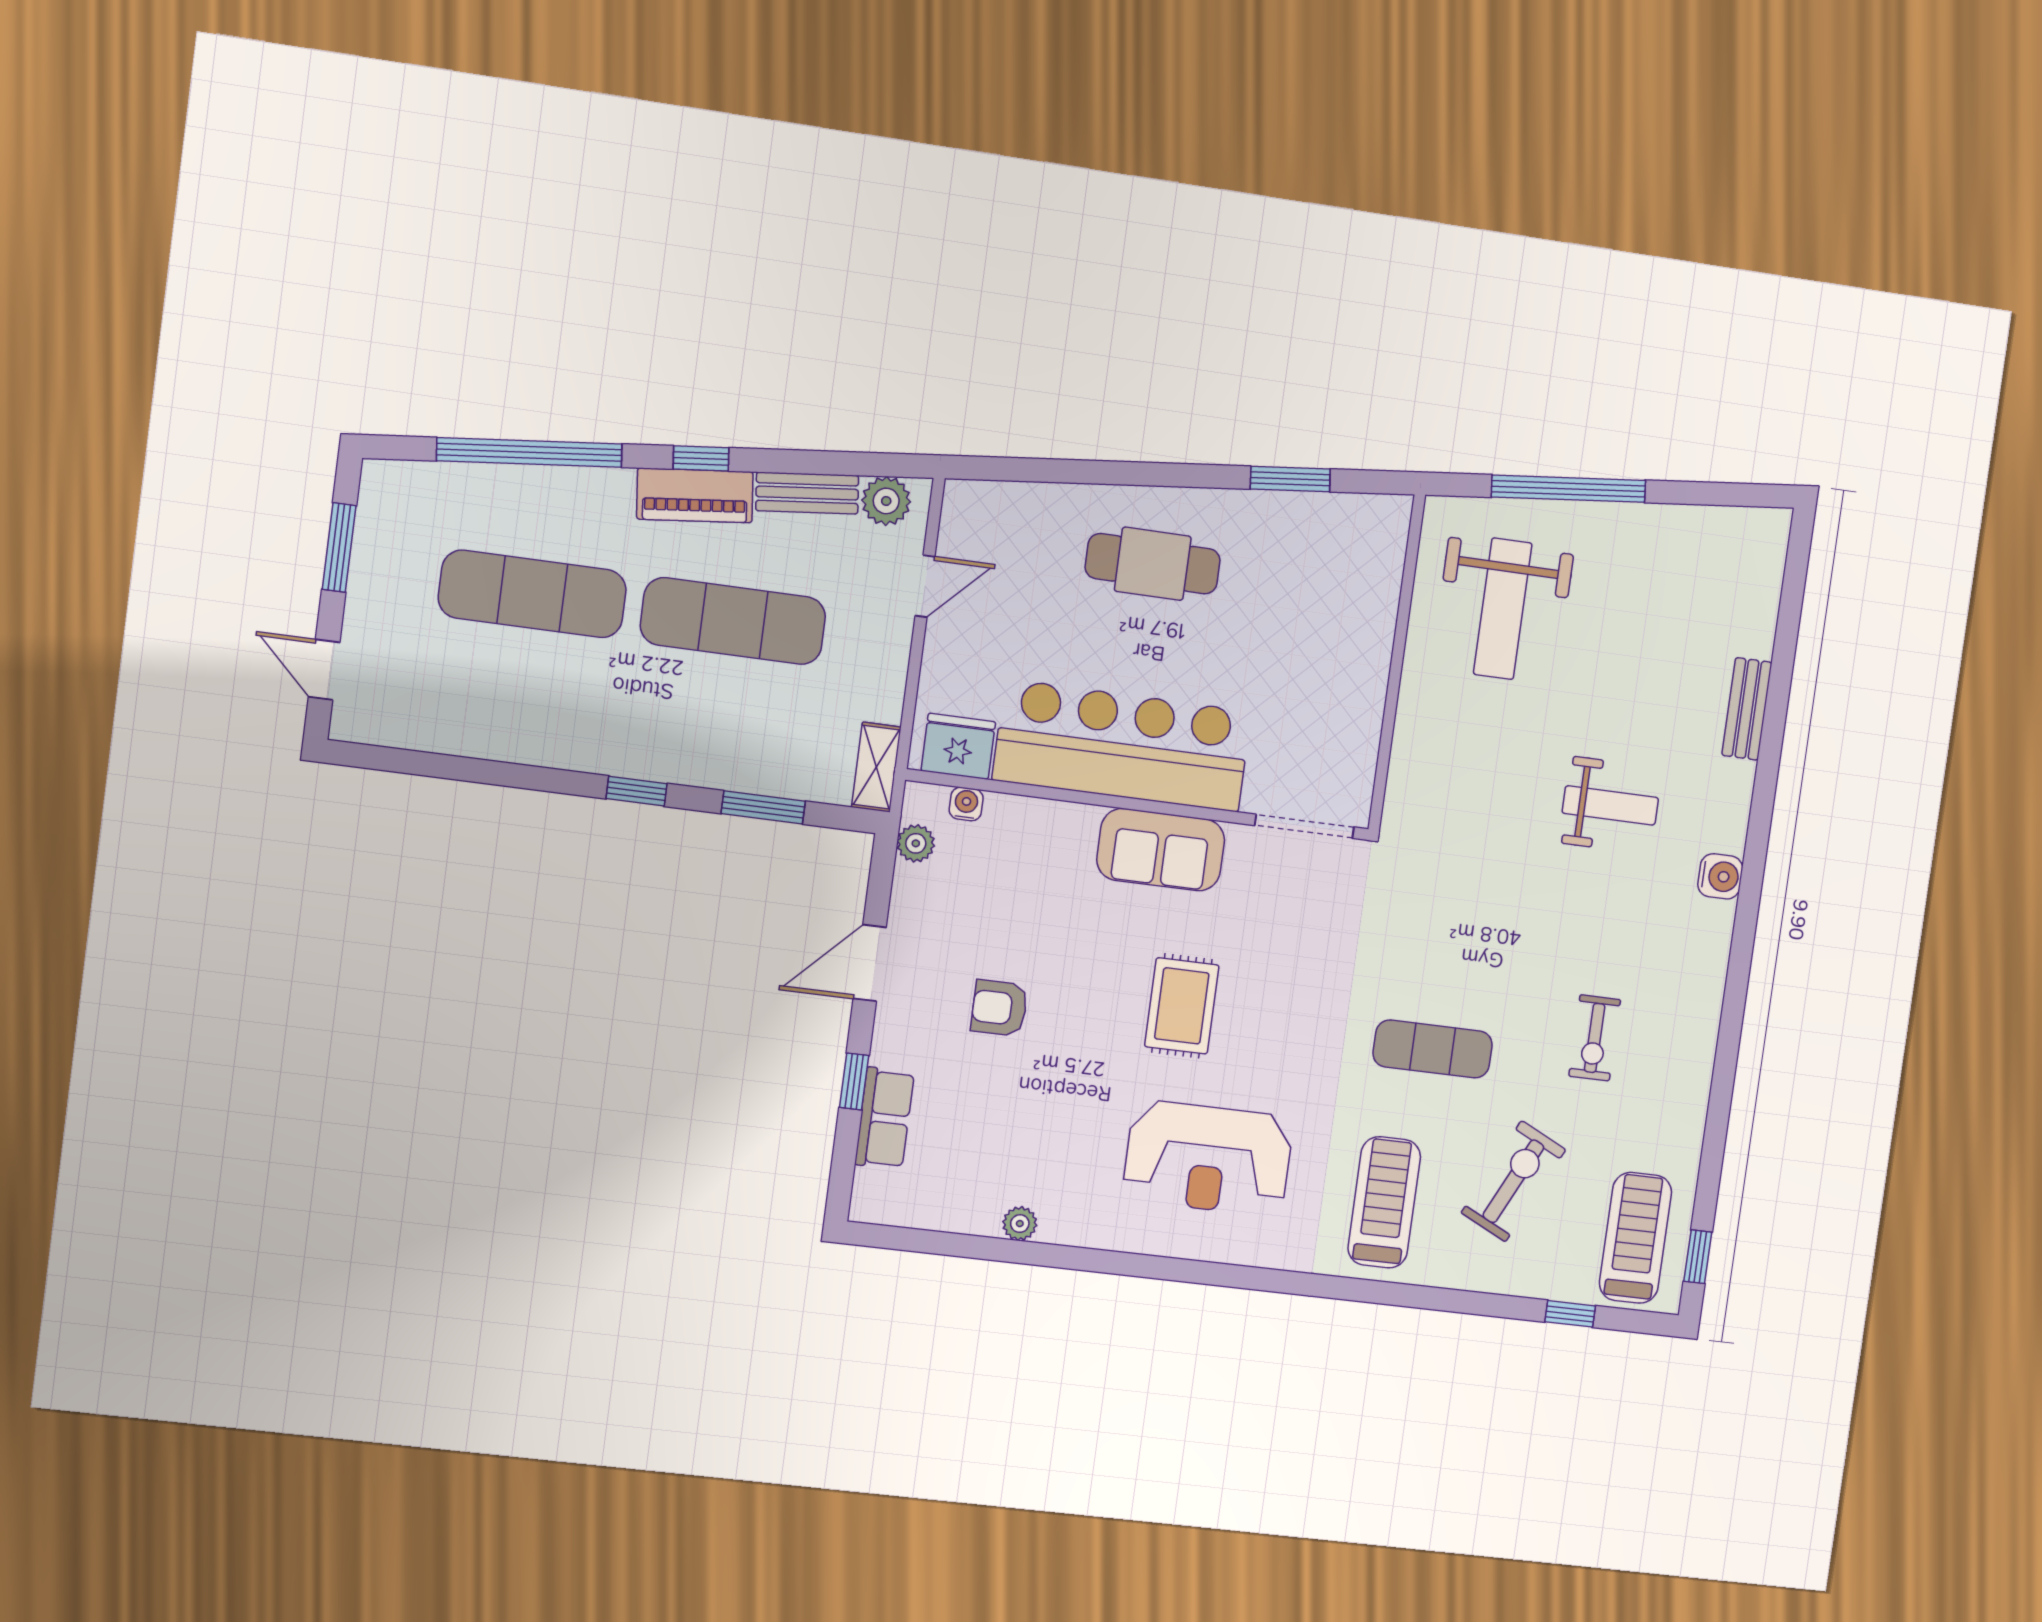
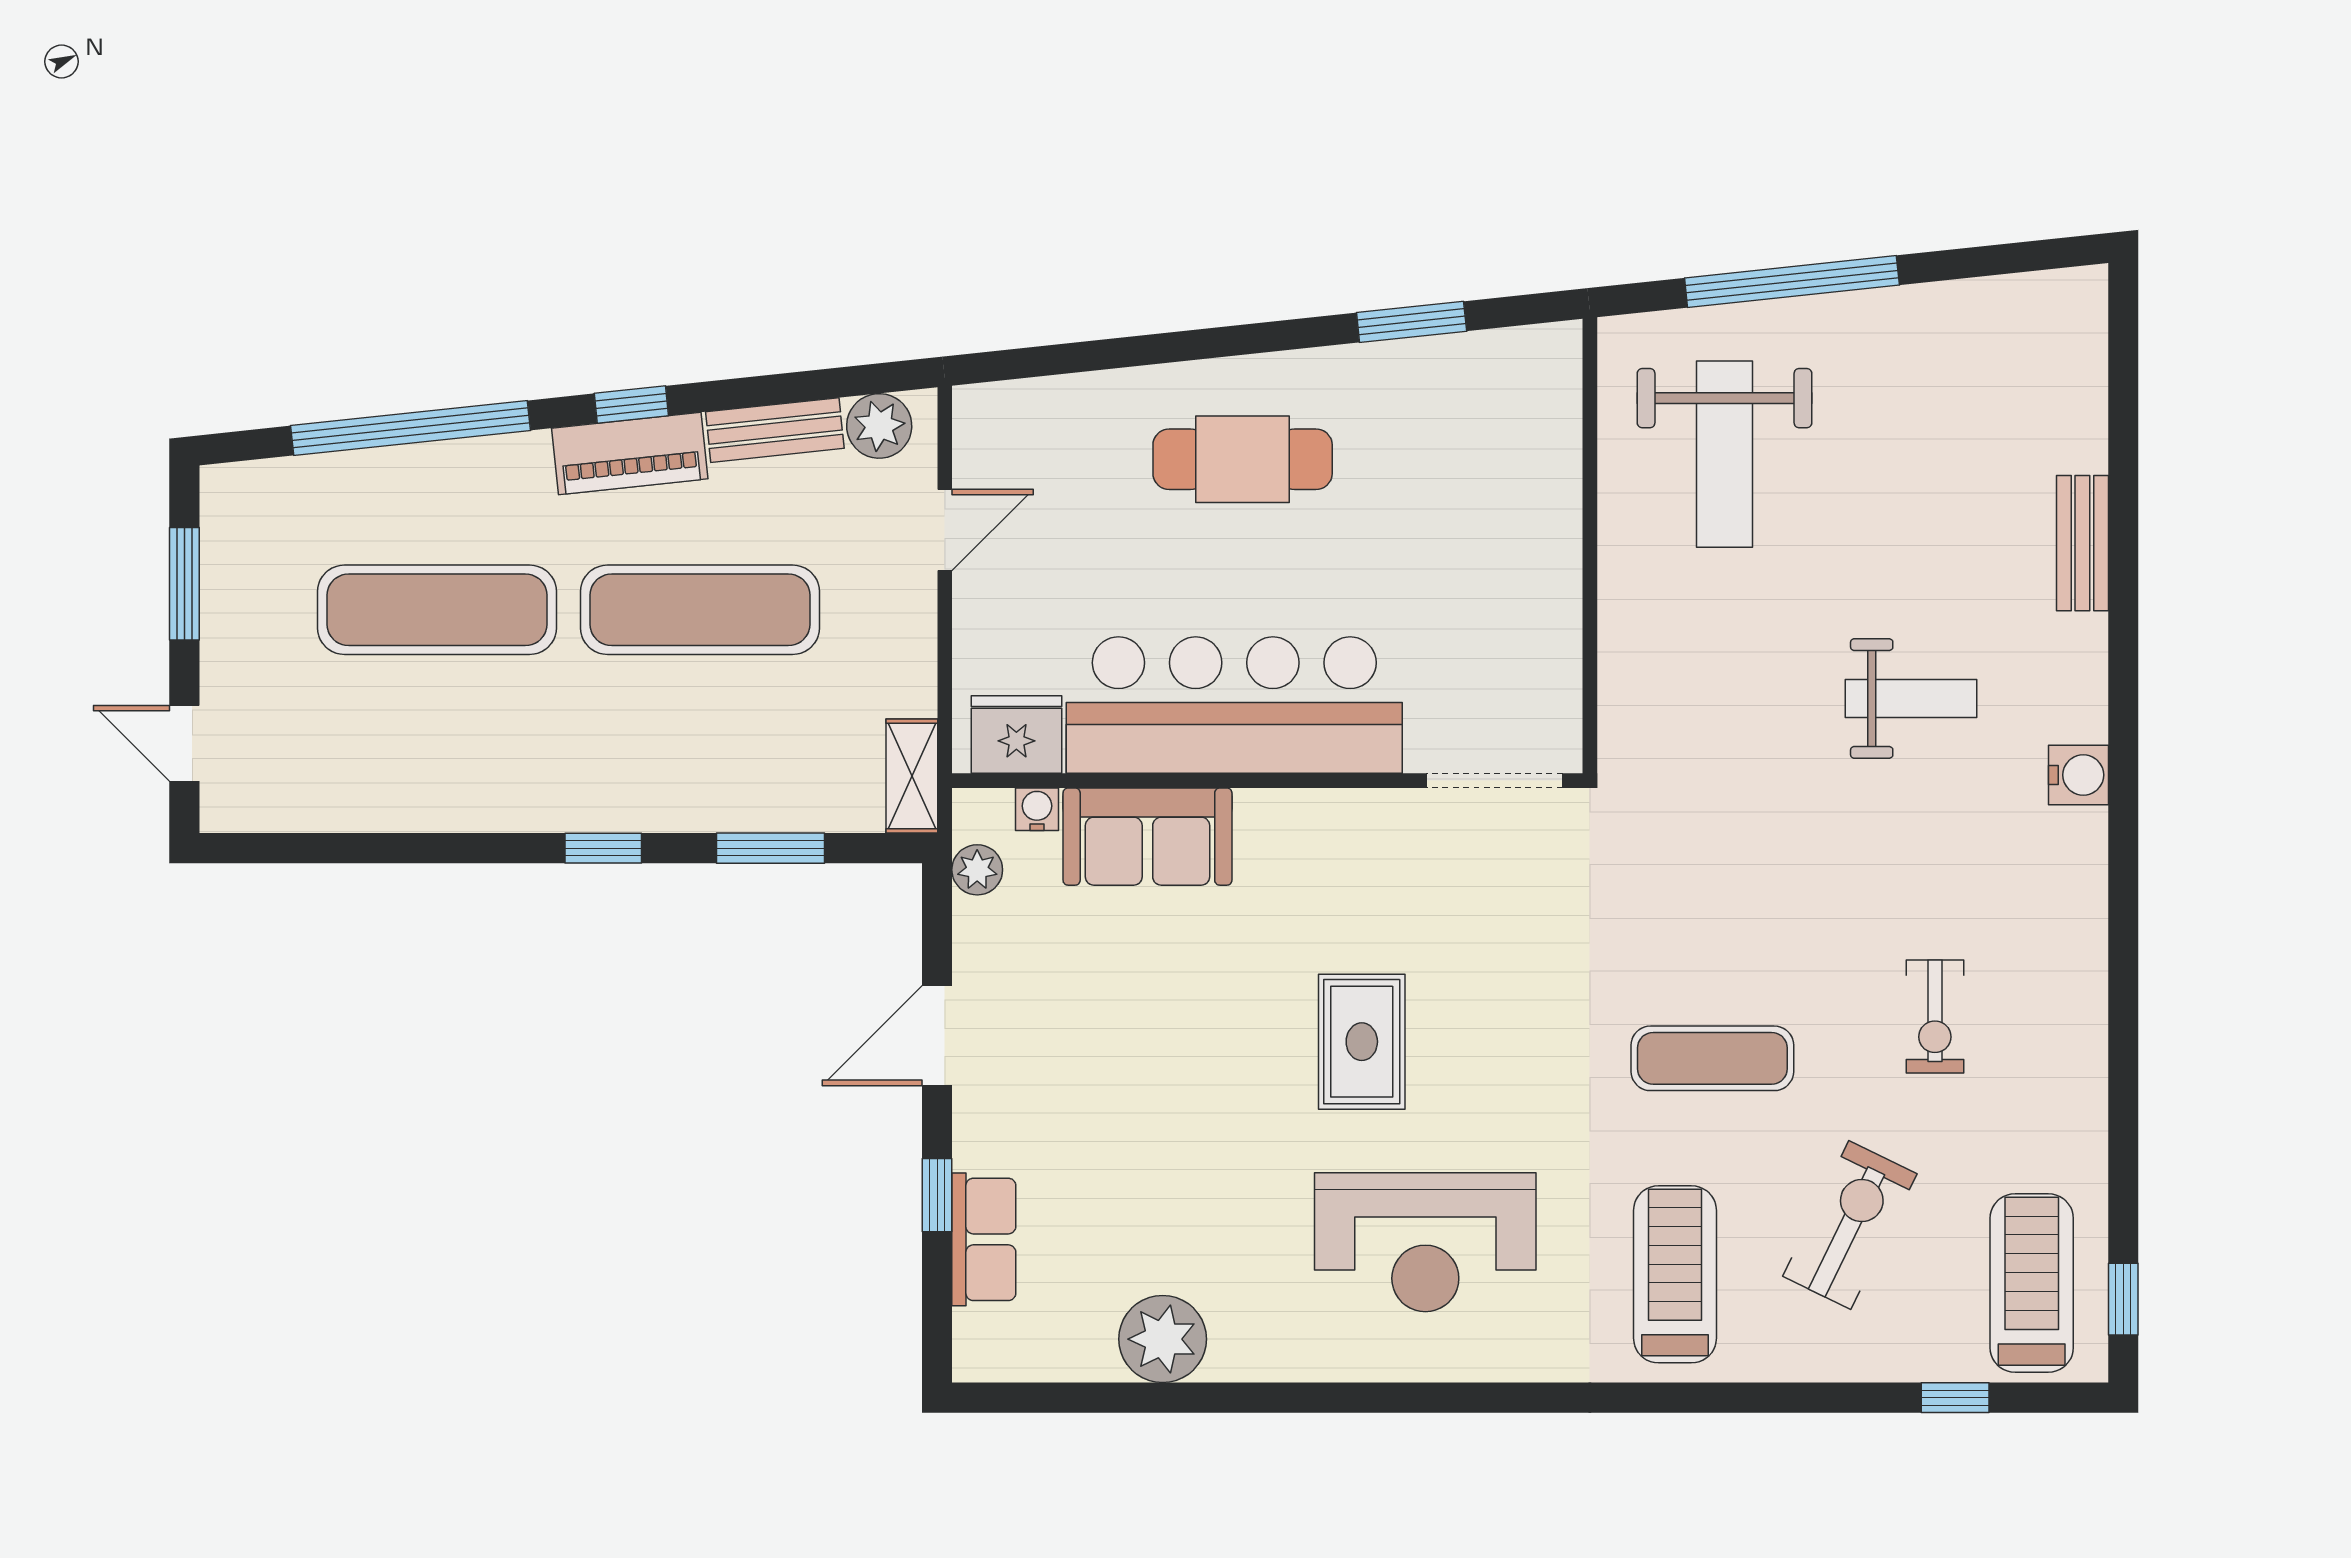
sofa: (1161, 850) -> (1147, 837), moved
armchair: (999, 1008) -> (1117, 1074), removed
plant: (1020, 1224) -> (1163, 1339), width x1.88, depth x1.88

